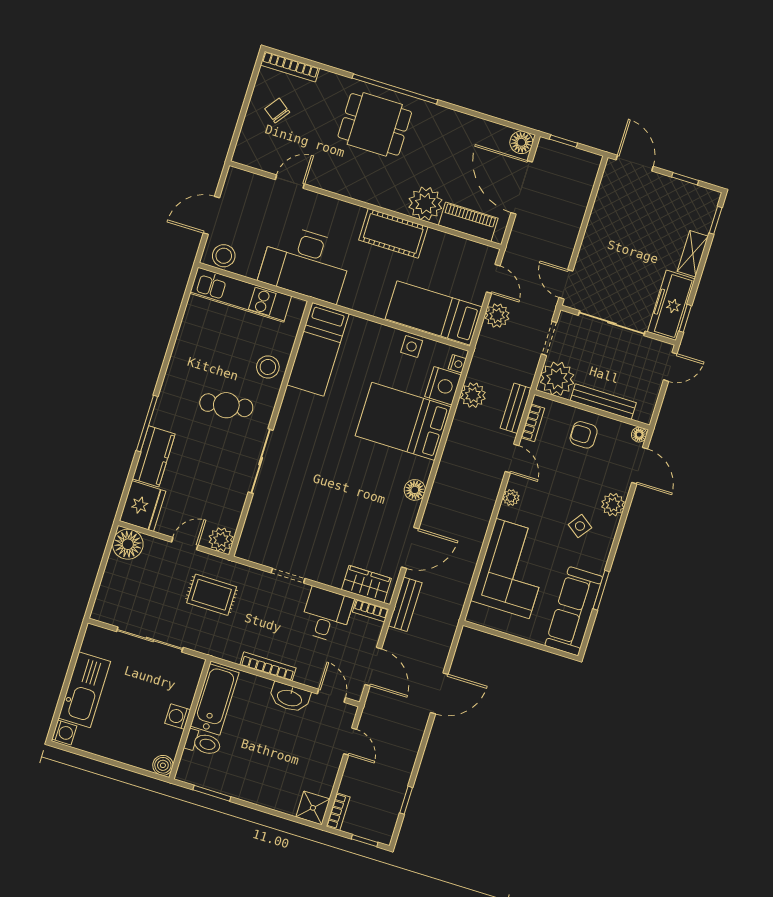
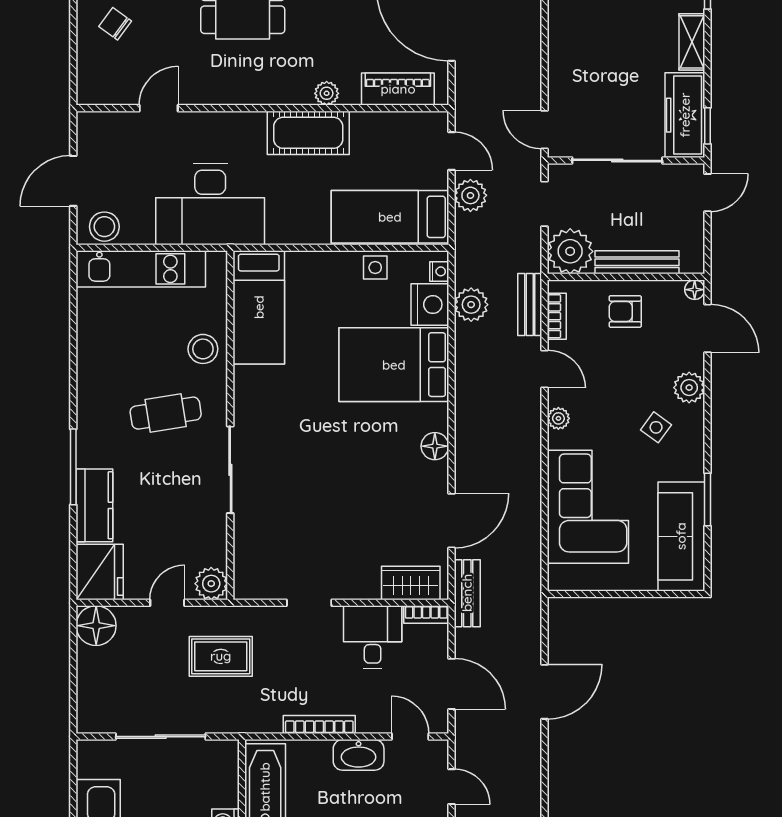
plant: (425, 204) -> (327, 93), width x0.53, depth x0.53

